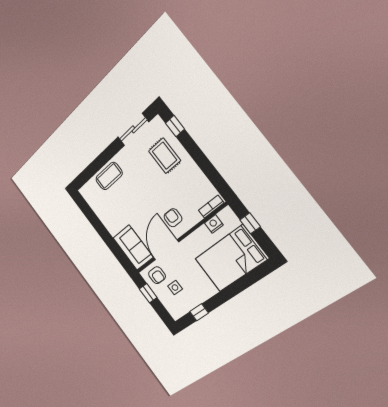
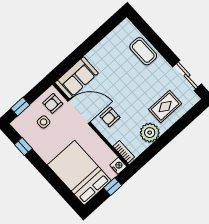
window: (175, 126) -> (191, 115), removed
plant: (192, 175) -> (150, 133), added
armchair: (173, 218) -> (110, 117), turned 180
nightstand: (214, 224) -> (118, 166), moved
window: (148, 293) -> (20, 107), moved

